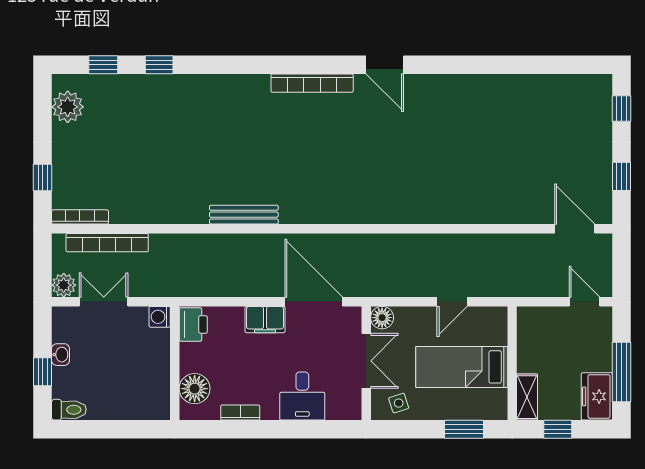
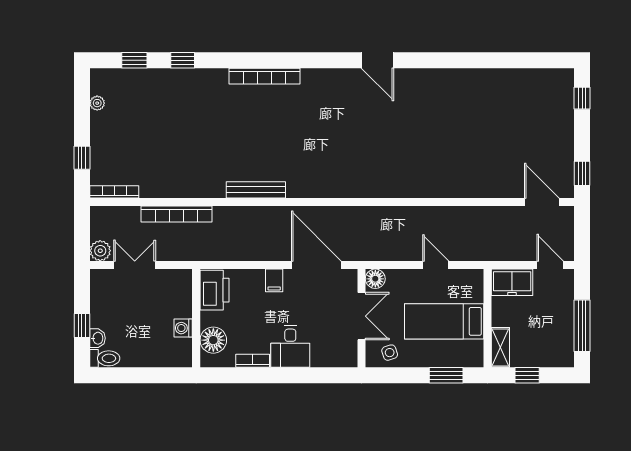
bookcase: (312, 83) -> (264, 76), moved
plant: (68, 107) -> (97, 103), width x0.53, depth x0.53
window: (621, 176) -> (582, 173), moved
bookcase: (107, 243) -> (177, 214), moved
door: (452, 302) -> (436, 265), swing flipped
washing machine: (160, 317) -> (183, 328), moved
filing cabinet: (265, 320) -> (274, 280), width x0.50
printer: (193, 325) -> (214, 290), width x1.37, depth x1.19
washbasin: (61, 355) -> (98, 338), moved
desk: (302, 396) -> (290, 347), moved
freezer: (597, 396) -> (512, 282), moved, turned -90

